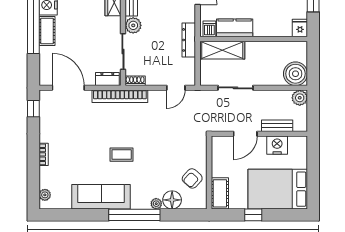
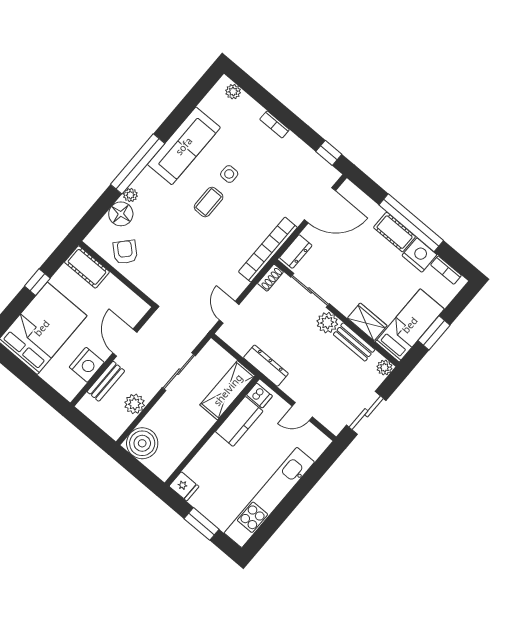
plant: (300, 98) -> (135, 404), moved
side table: (95, 156) -> (229, 174), added

